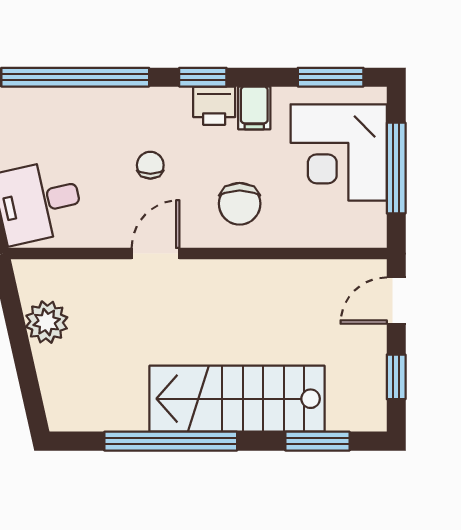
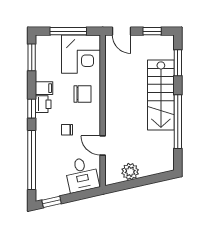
corner desk: (339, 152) -> (81, 54), moved
door: (156, 254) -> (103, 146), moved

